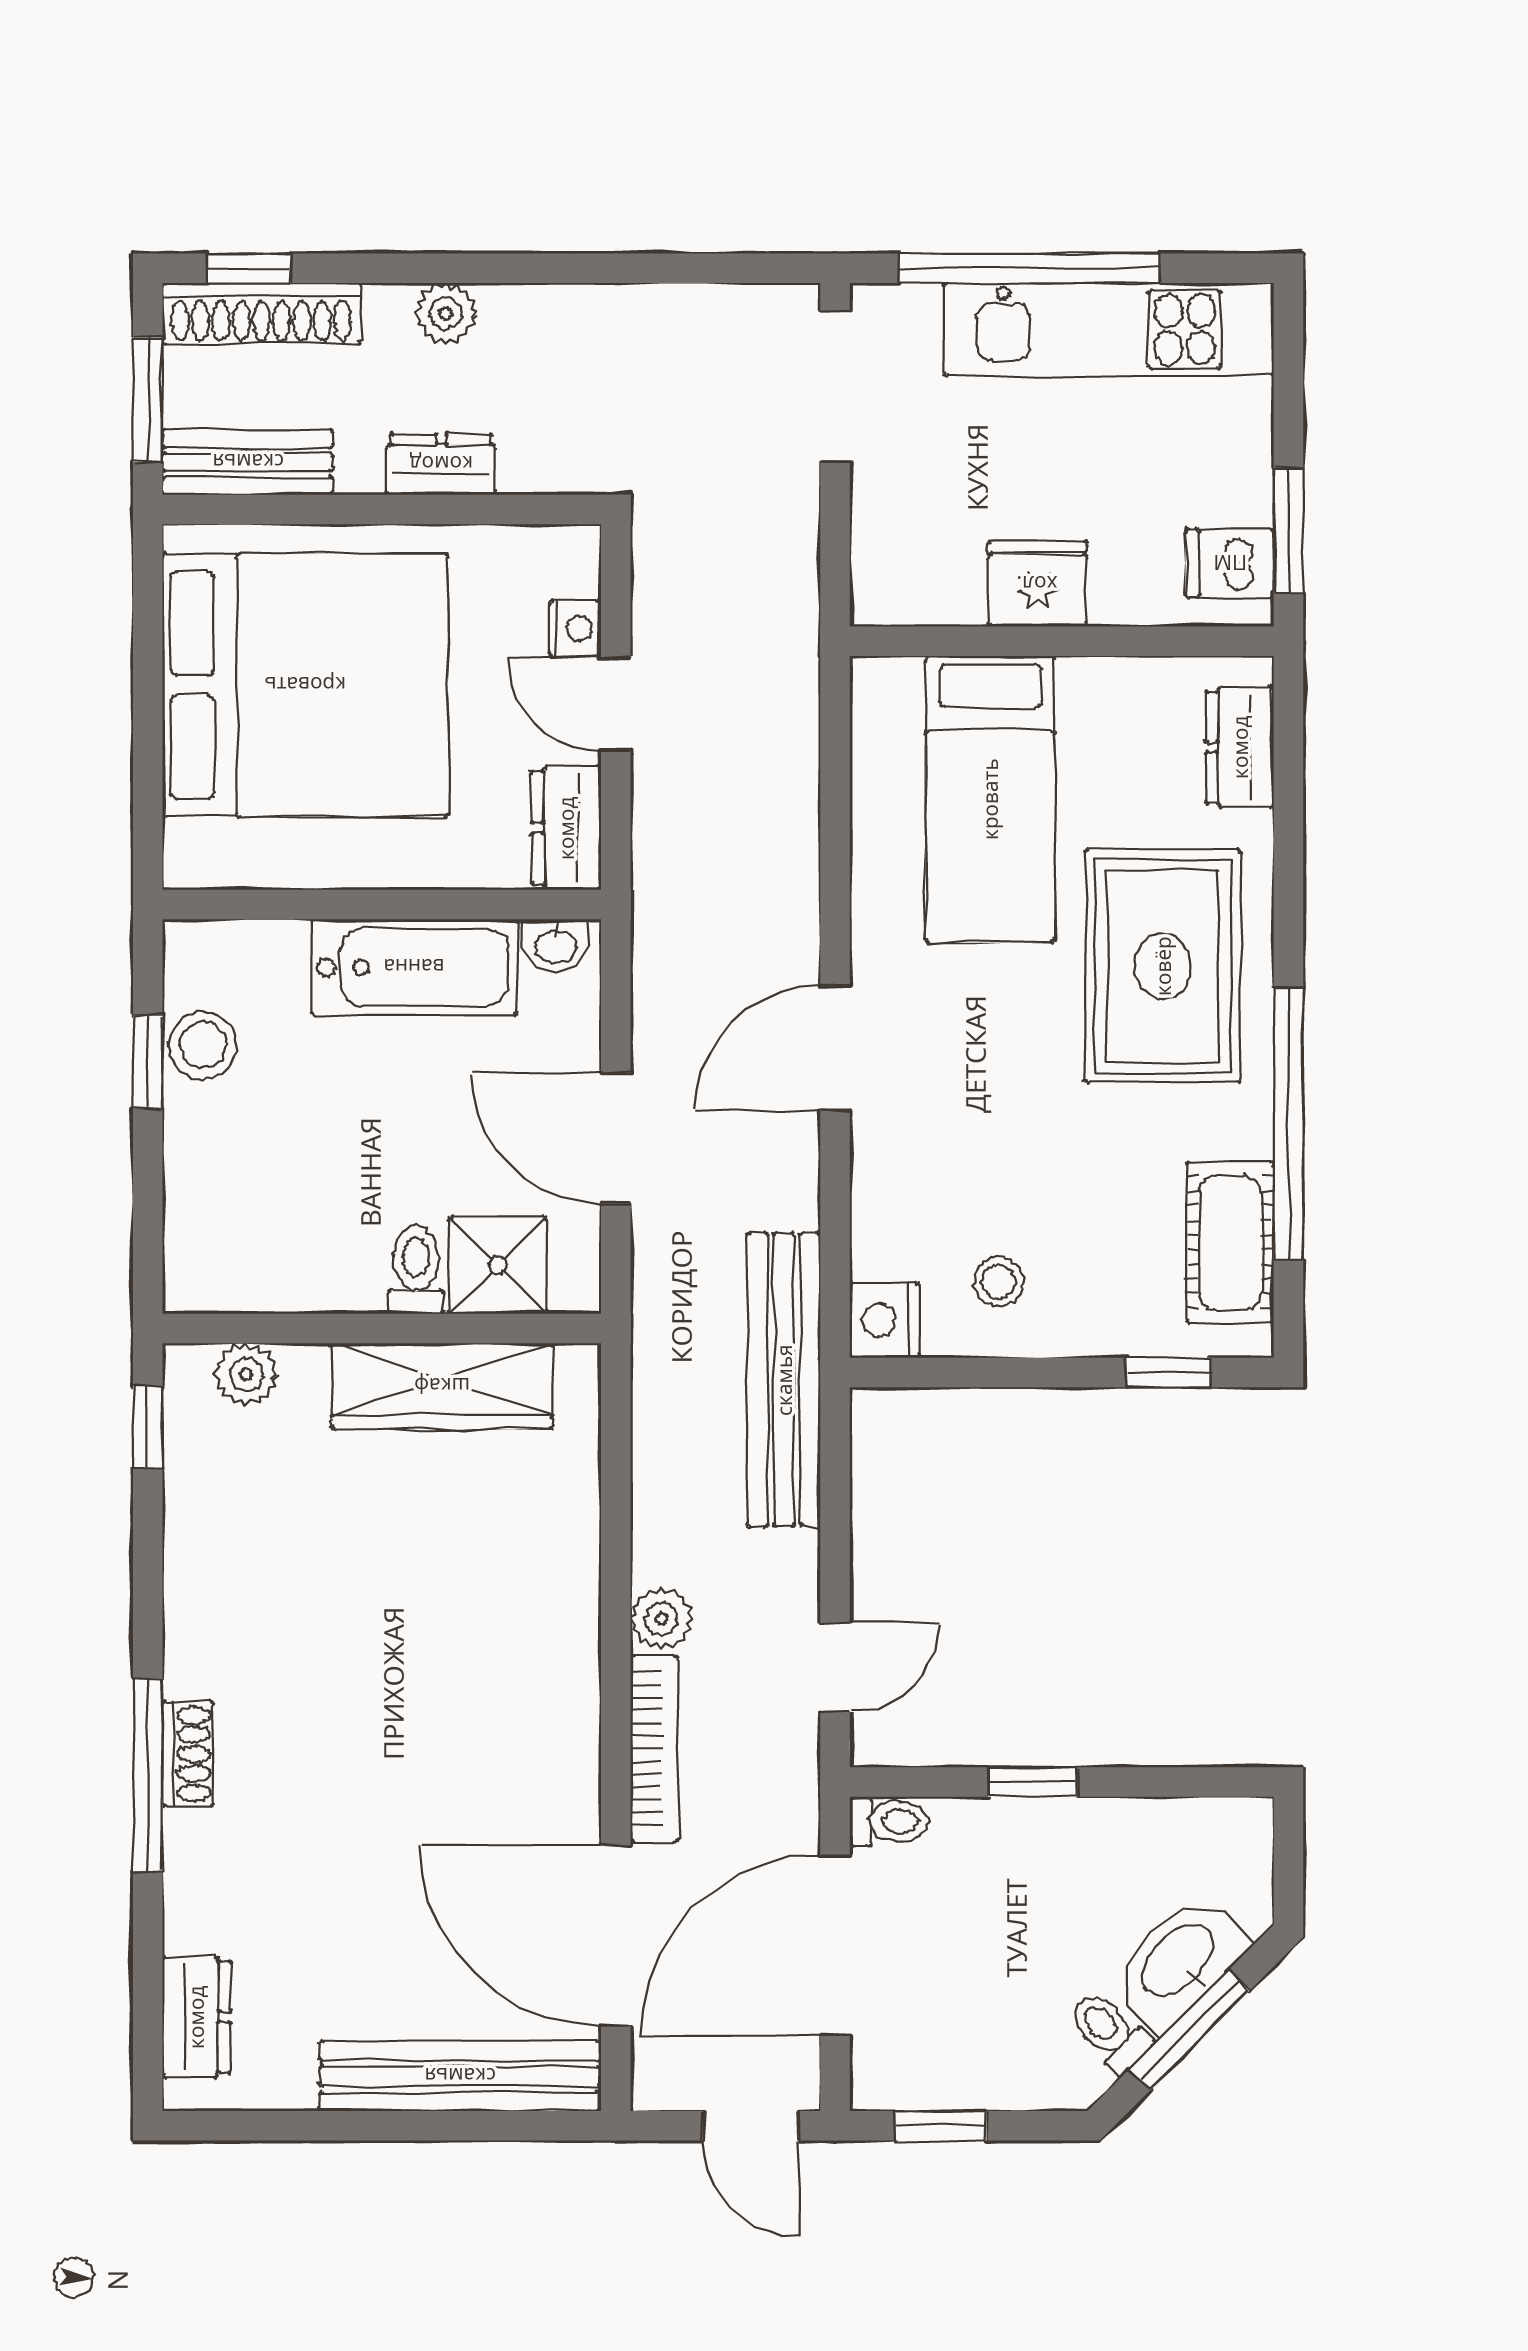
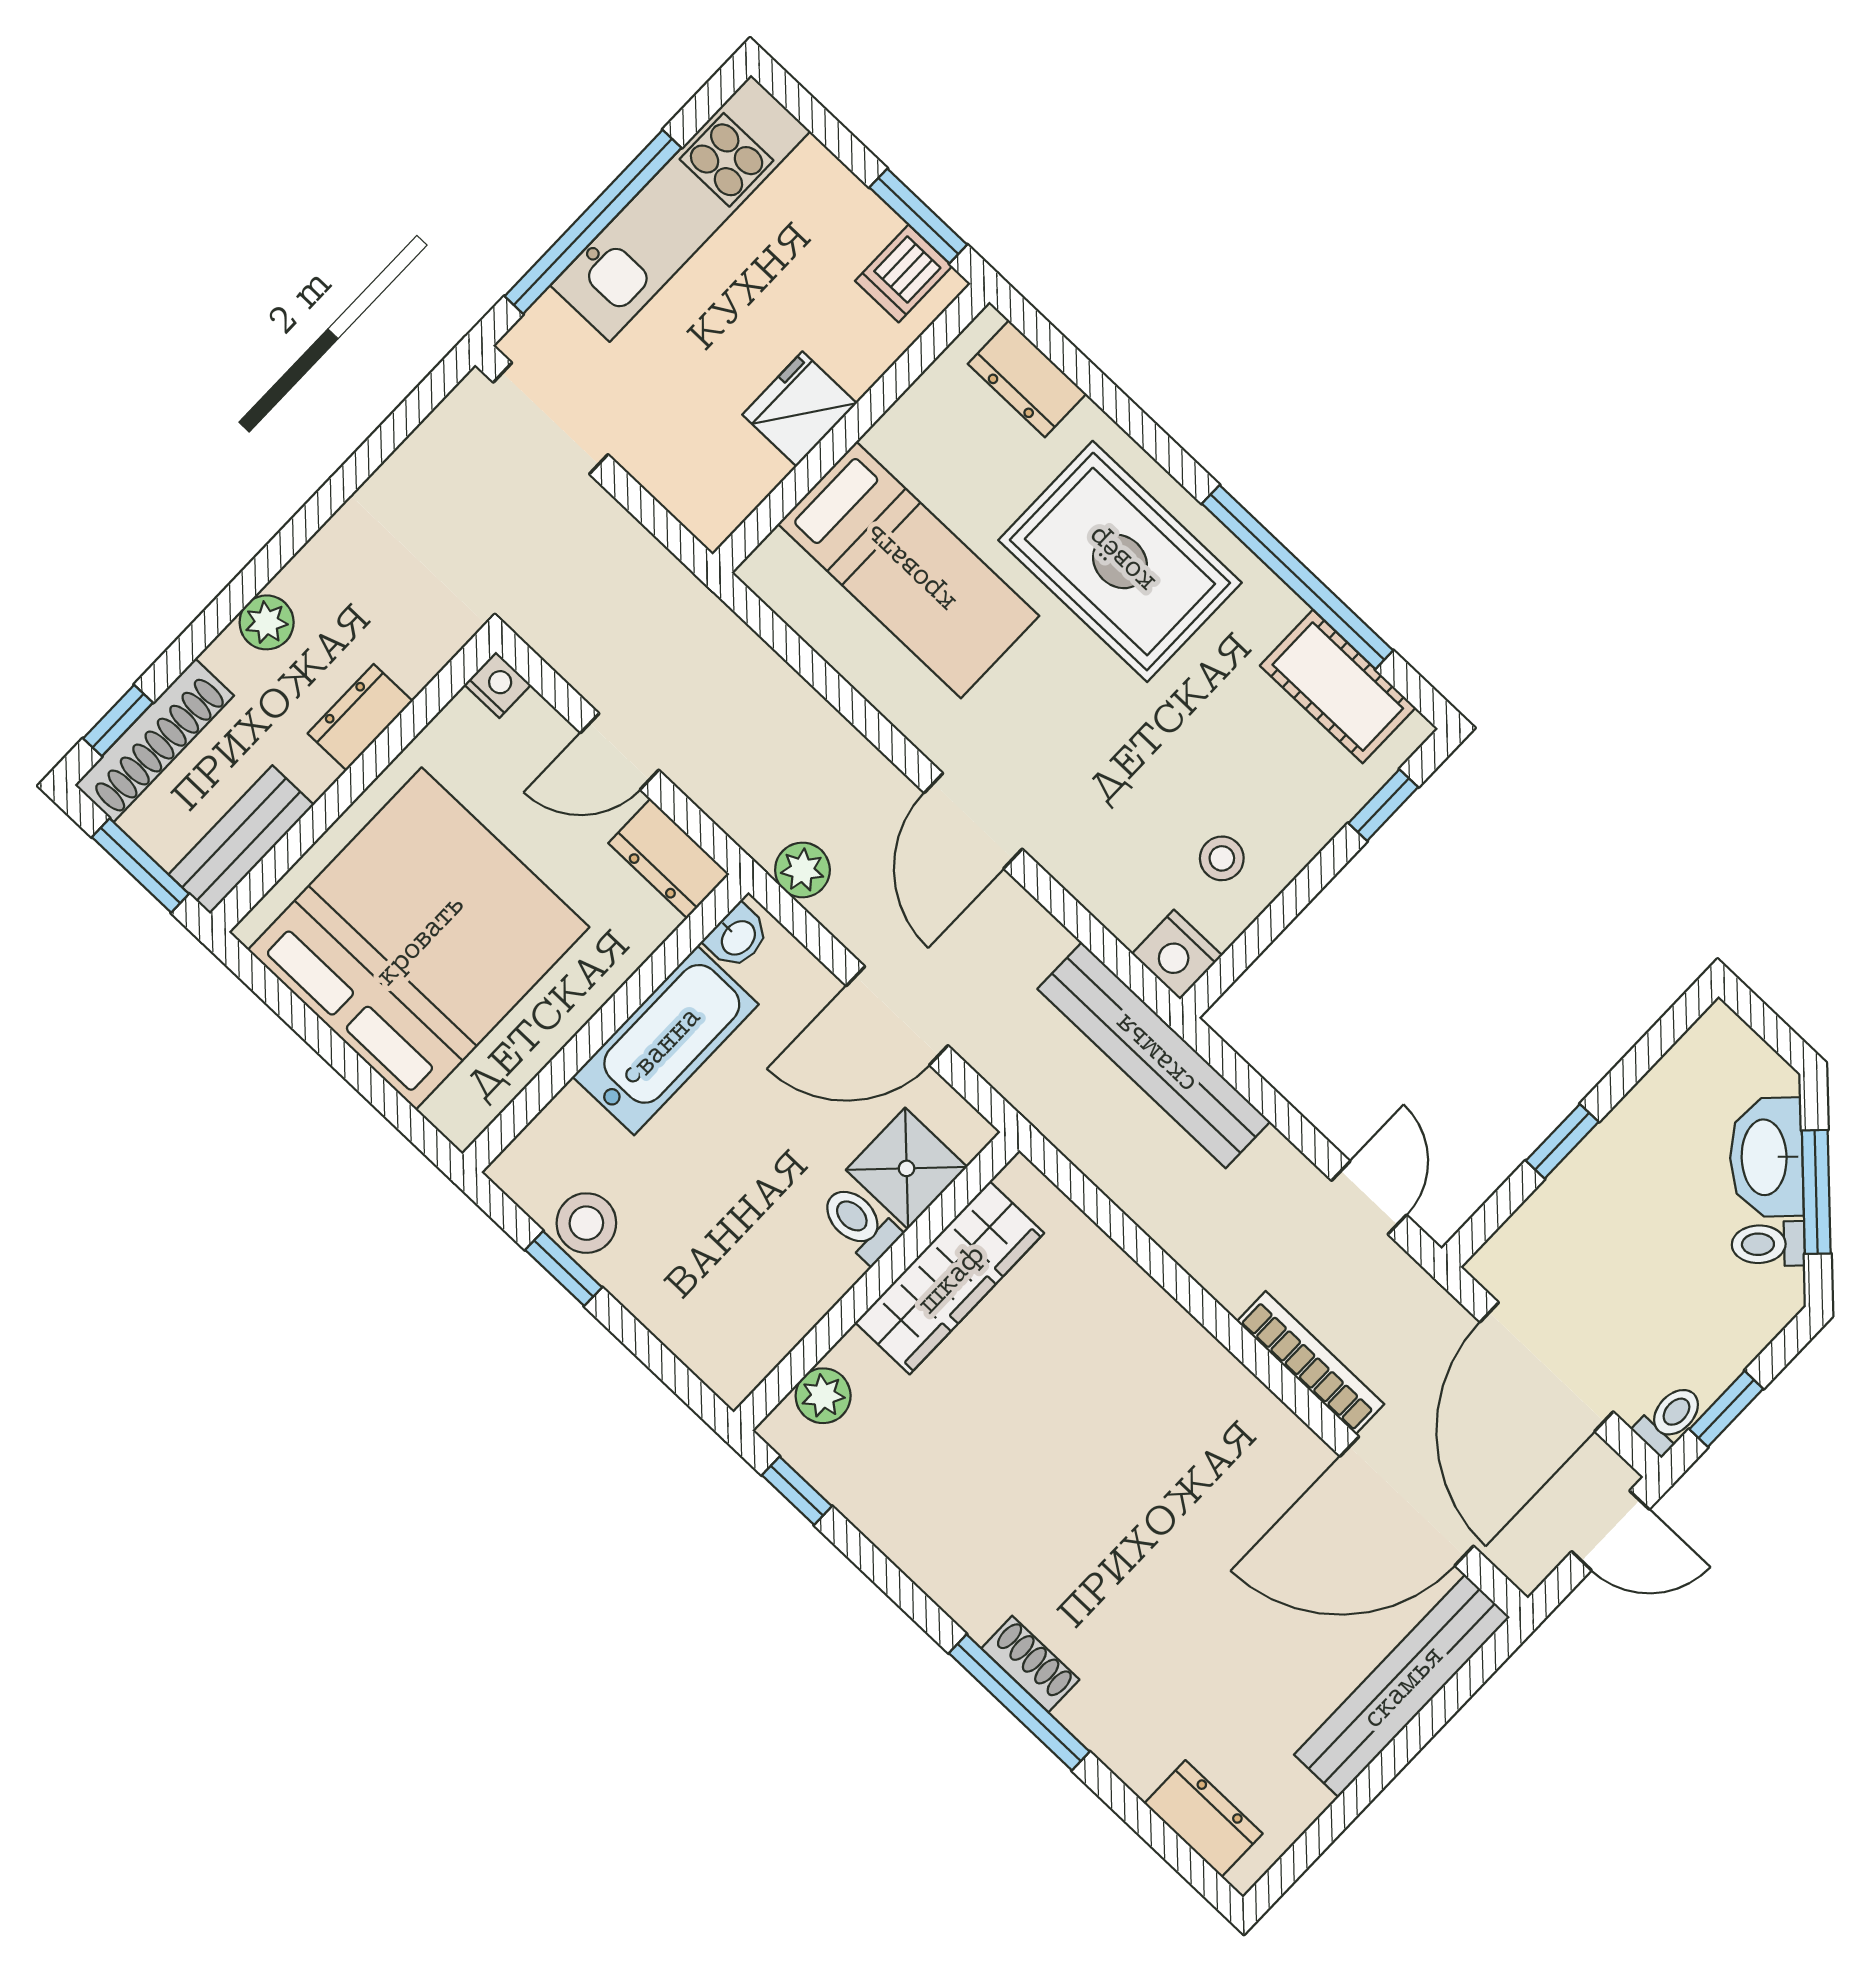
nightstand: (575, 629) -> (498, 685), moved
plant: (661, 1619) -> (802, 870), moved
toilet: (889, 1822) -> (1670, 1419), moved

